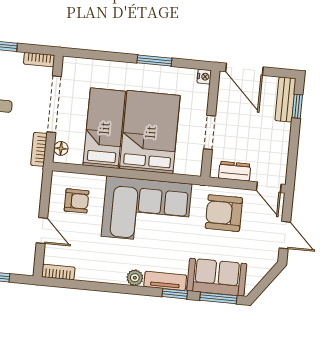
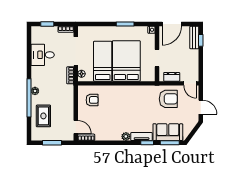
door: (244, 69) -> (172, 24), hinge flipped
corner sofa: (146, 210) -> (128, 101), removed
armchair: (224, 213) -> (168, 99), turned 180
door: (42, 231) -> (76, 127), moved

